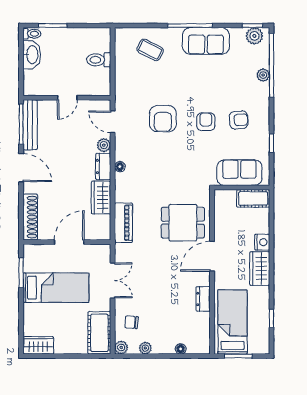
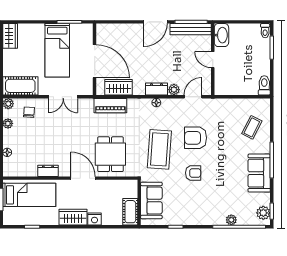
washbasin: (32, 55) -> (221, 35), moved, turned -90
toilet: (99, 60) -> (264, 85), moved
armchair: (239, 120) -> (195, 200), removed
coffee table: (177, 163) -> (159, 149), added
wardrobe: (101, 198) -> (119, 87), moved
shoe rack: (30, 217) -> (115, 29), removed
door: (69, 242) -> (95, 61), width x1.36

